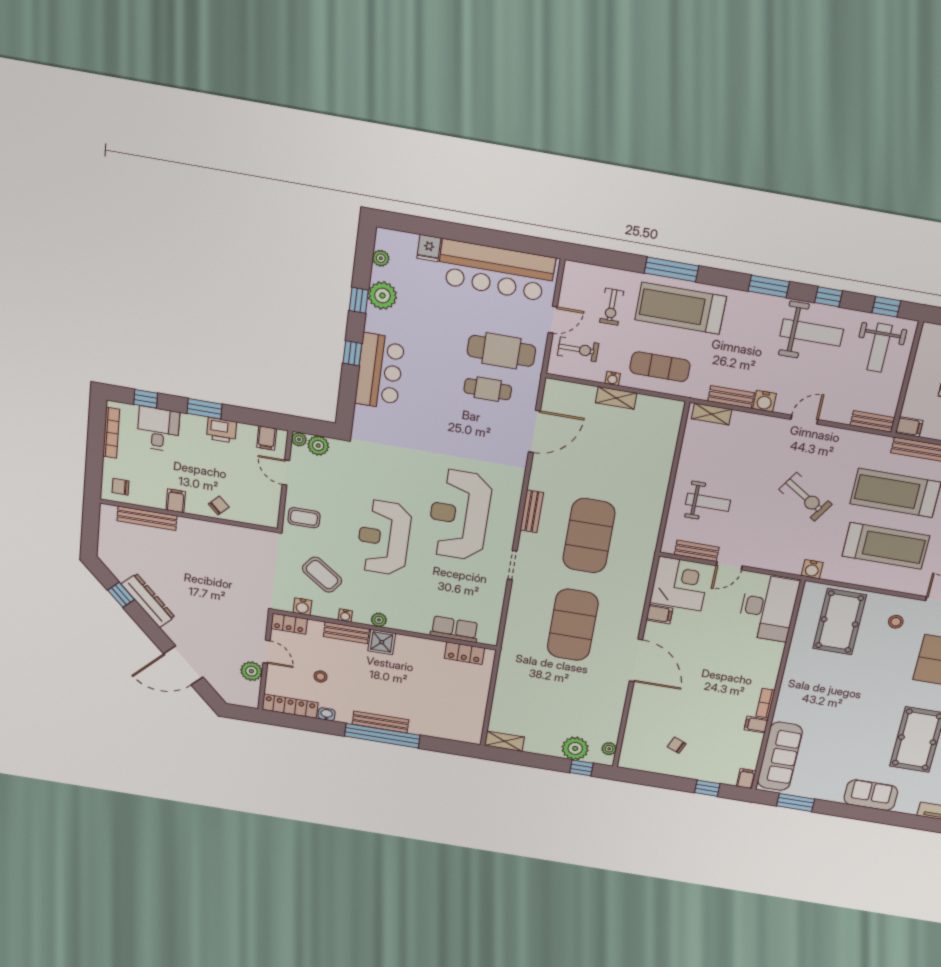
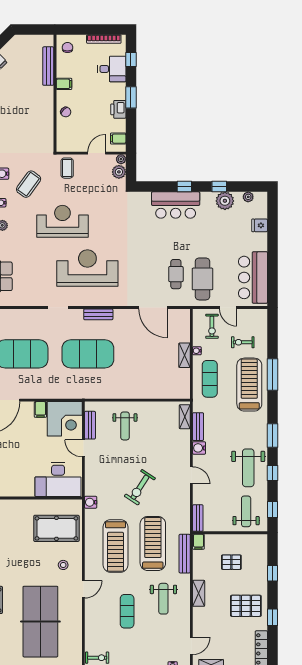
bar counter: (496, 270) -> (253, 277), width x0.73
weight bench: (879, 348) -> (246, 511), turned 90

